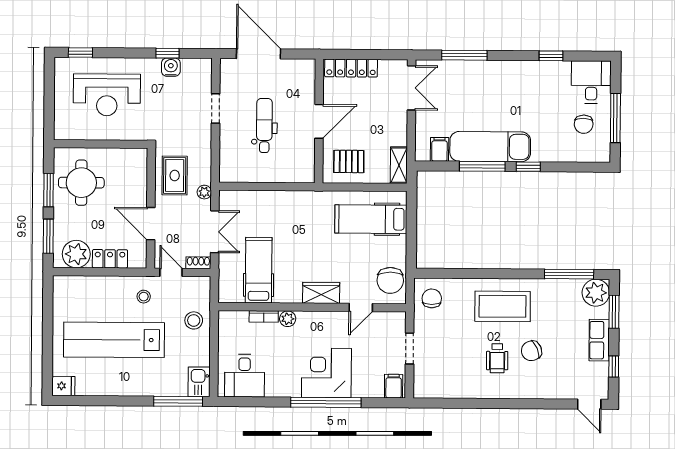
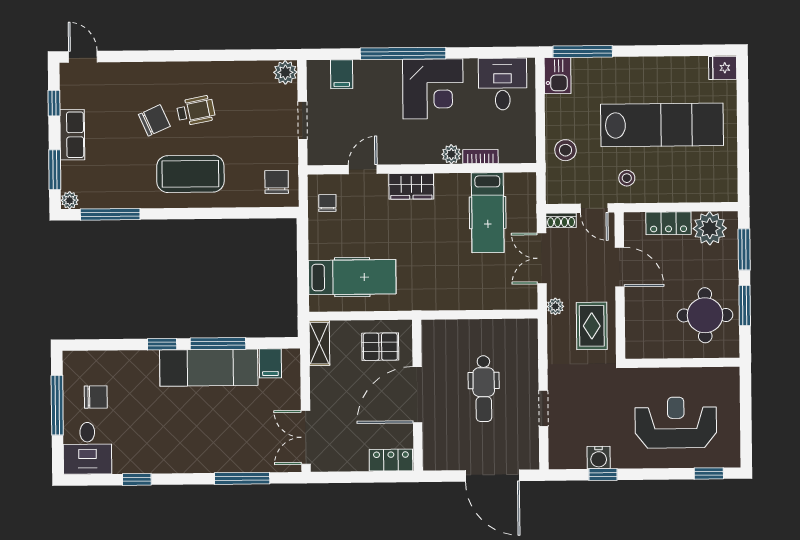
locker: (351, 68) -> (391, 460), width x0.66
door: (319, 121) -> (417, 395), width x1.36
chair: (584, 124) -> (96, 397), turned 89
chair: (390, 280) -> (327, 203), width x0.54, depth x0.54
plant: (596, 293) -> (70, 200), width x0.53, depth x0.53
chair: (432, 298) -> (277, 182), turned 180
wheelchair: (497, 358) -> (196, 111), turned 79
corner desk: (326, 373) -> (433, 89), moved
filing cabinet: (394, 386) -> (342, 74), moved
plant: (423, 388) -> (285, 72), added

